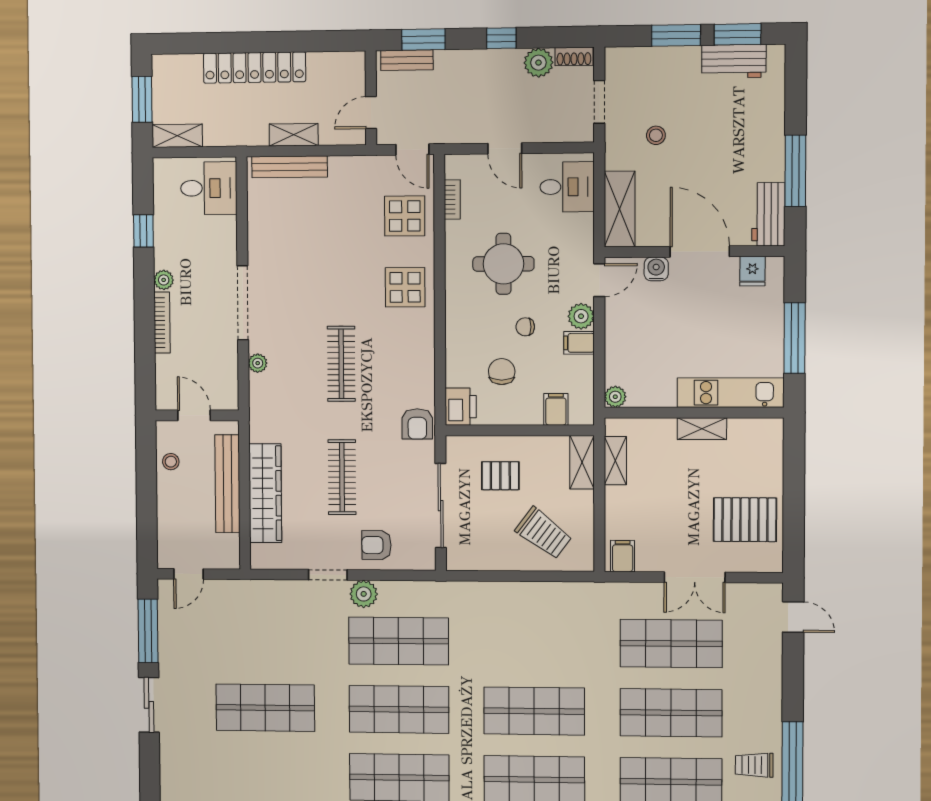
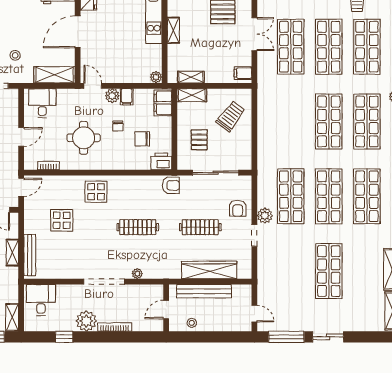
display table: (405, 216) -> (62, 220), moved
water cooler: (656, 269) -> (87, 55), removed
plant: (164, 280) -> (86, 321), width x1.88, depth x1.88
filing cabinet: (556, 409) -> (163, 103), width x2.00

